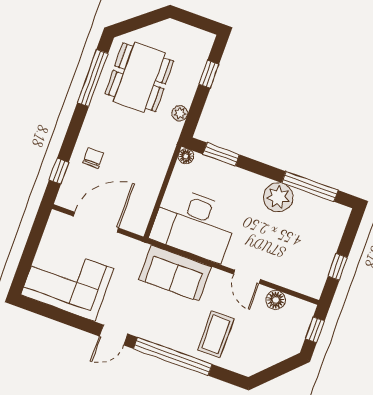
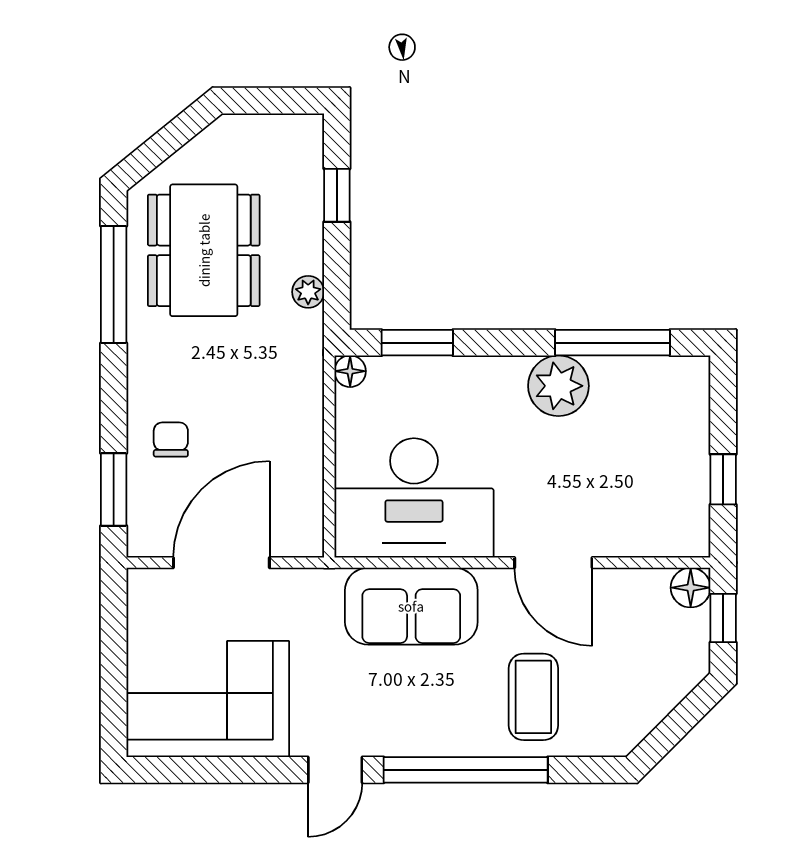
window: (59, 171) -> (114, 490), width x1.50
door: (247, 277) -> (553, 563), width x1.38
floor lamp: (276, 300) -> (691, 588), moved

